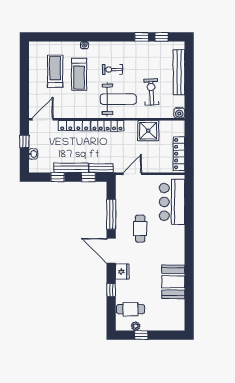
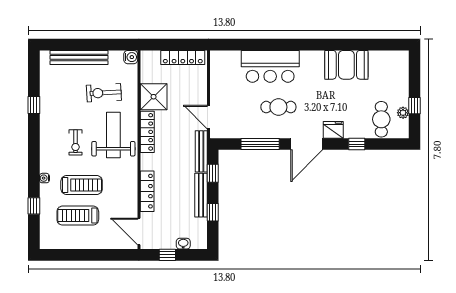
window: (161, 37) -> (34, 206), moved
locker: (107, 126) -> (147, 132), moved
bench: (101, 168) -> (201, 151), width x1.36
bar counter: (172, 202) -> (270, 66), moved

